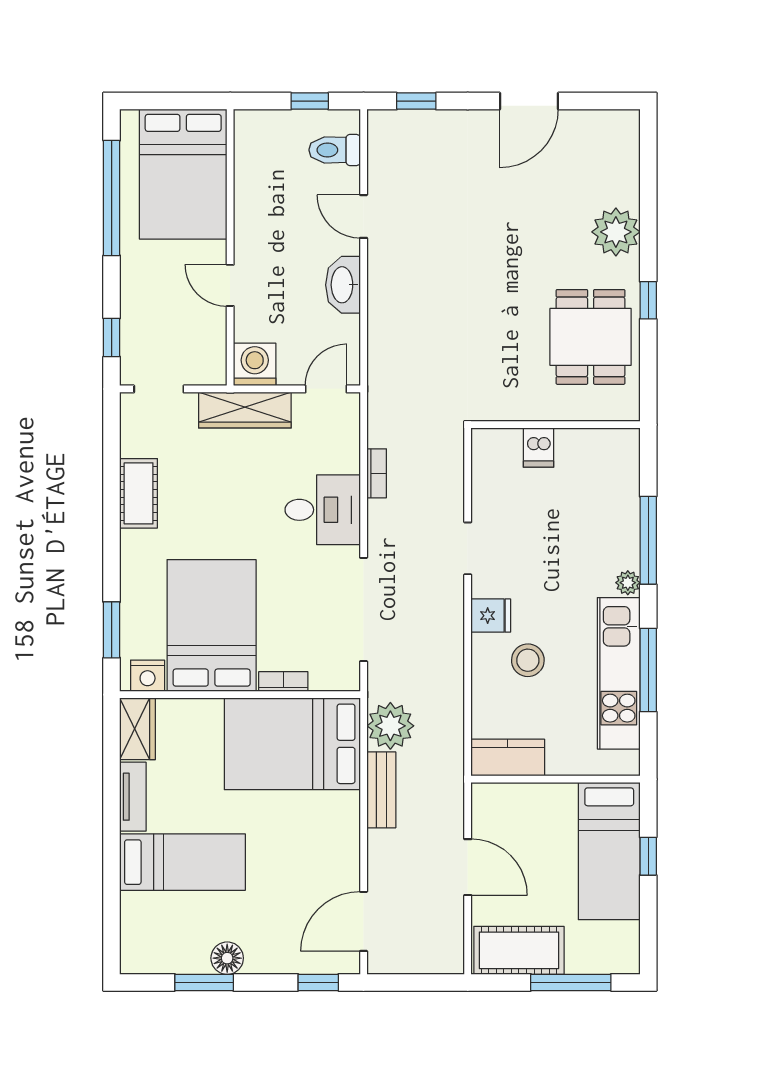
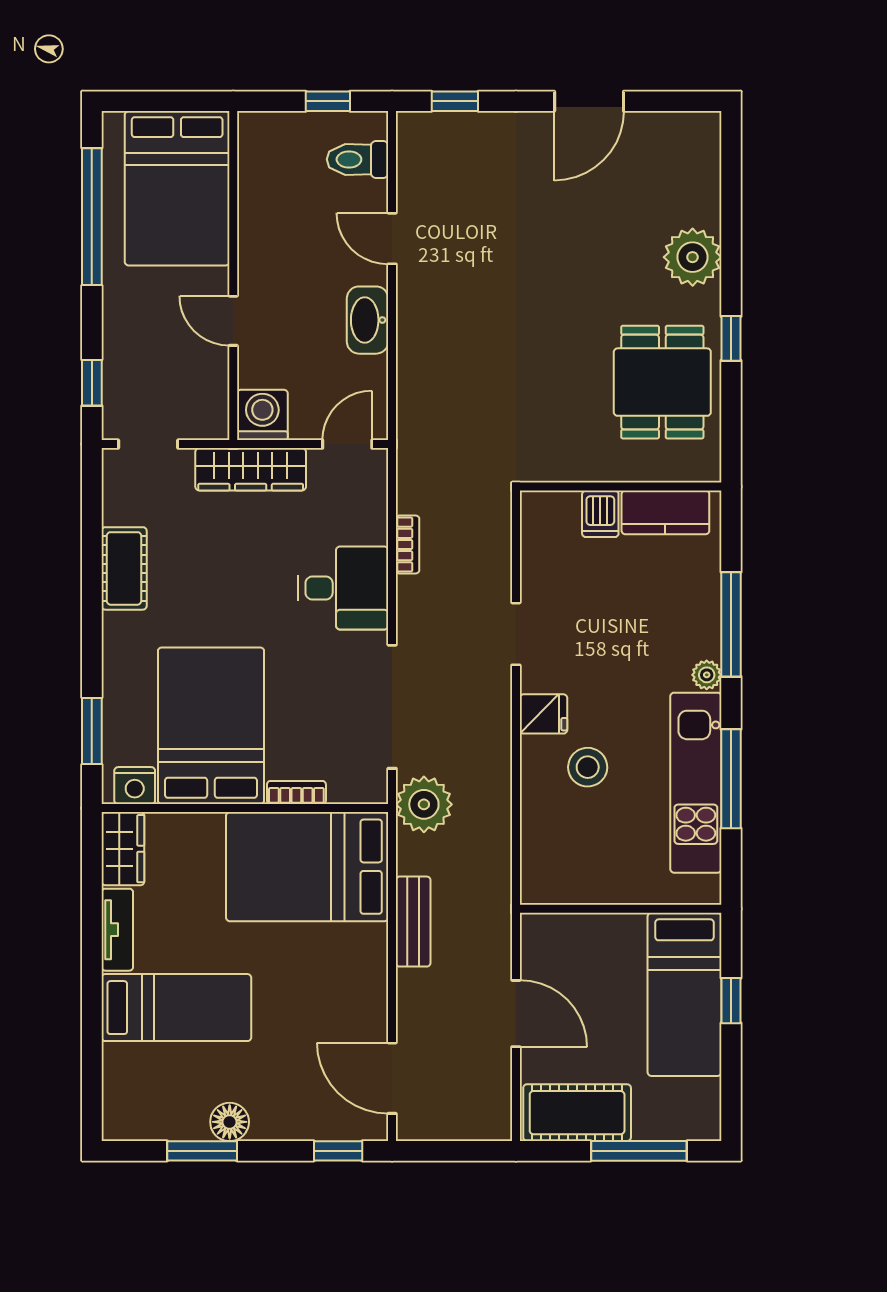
plant: (390, 726) -> (424, 804), moved
kitchen counter: (508, 758) -> (665, 512), moved, turned 180
door: (364, 921) -> (392, 1078), hinge flipped

